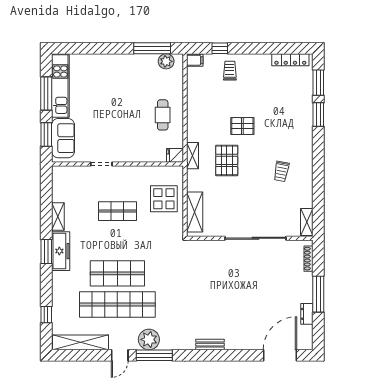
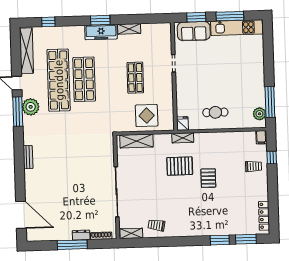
trolley: (281, 171) -> (156, 225), moved
dresser: (307, 314) -> (81, 235), moved

